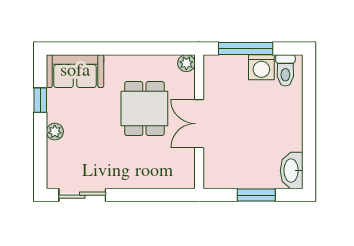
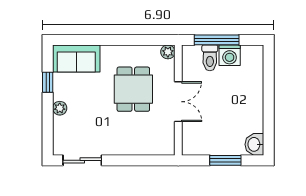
toilet: (285, 70) -> (210, 58), moved
double door: (199, 124) -> (178, 102), swing flipped
washbasin: (292, 171) -> (254, 144), width x0.72

